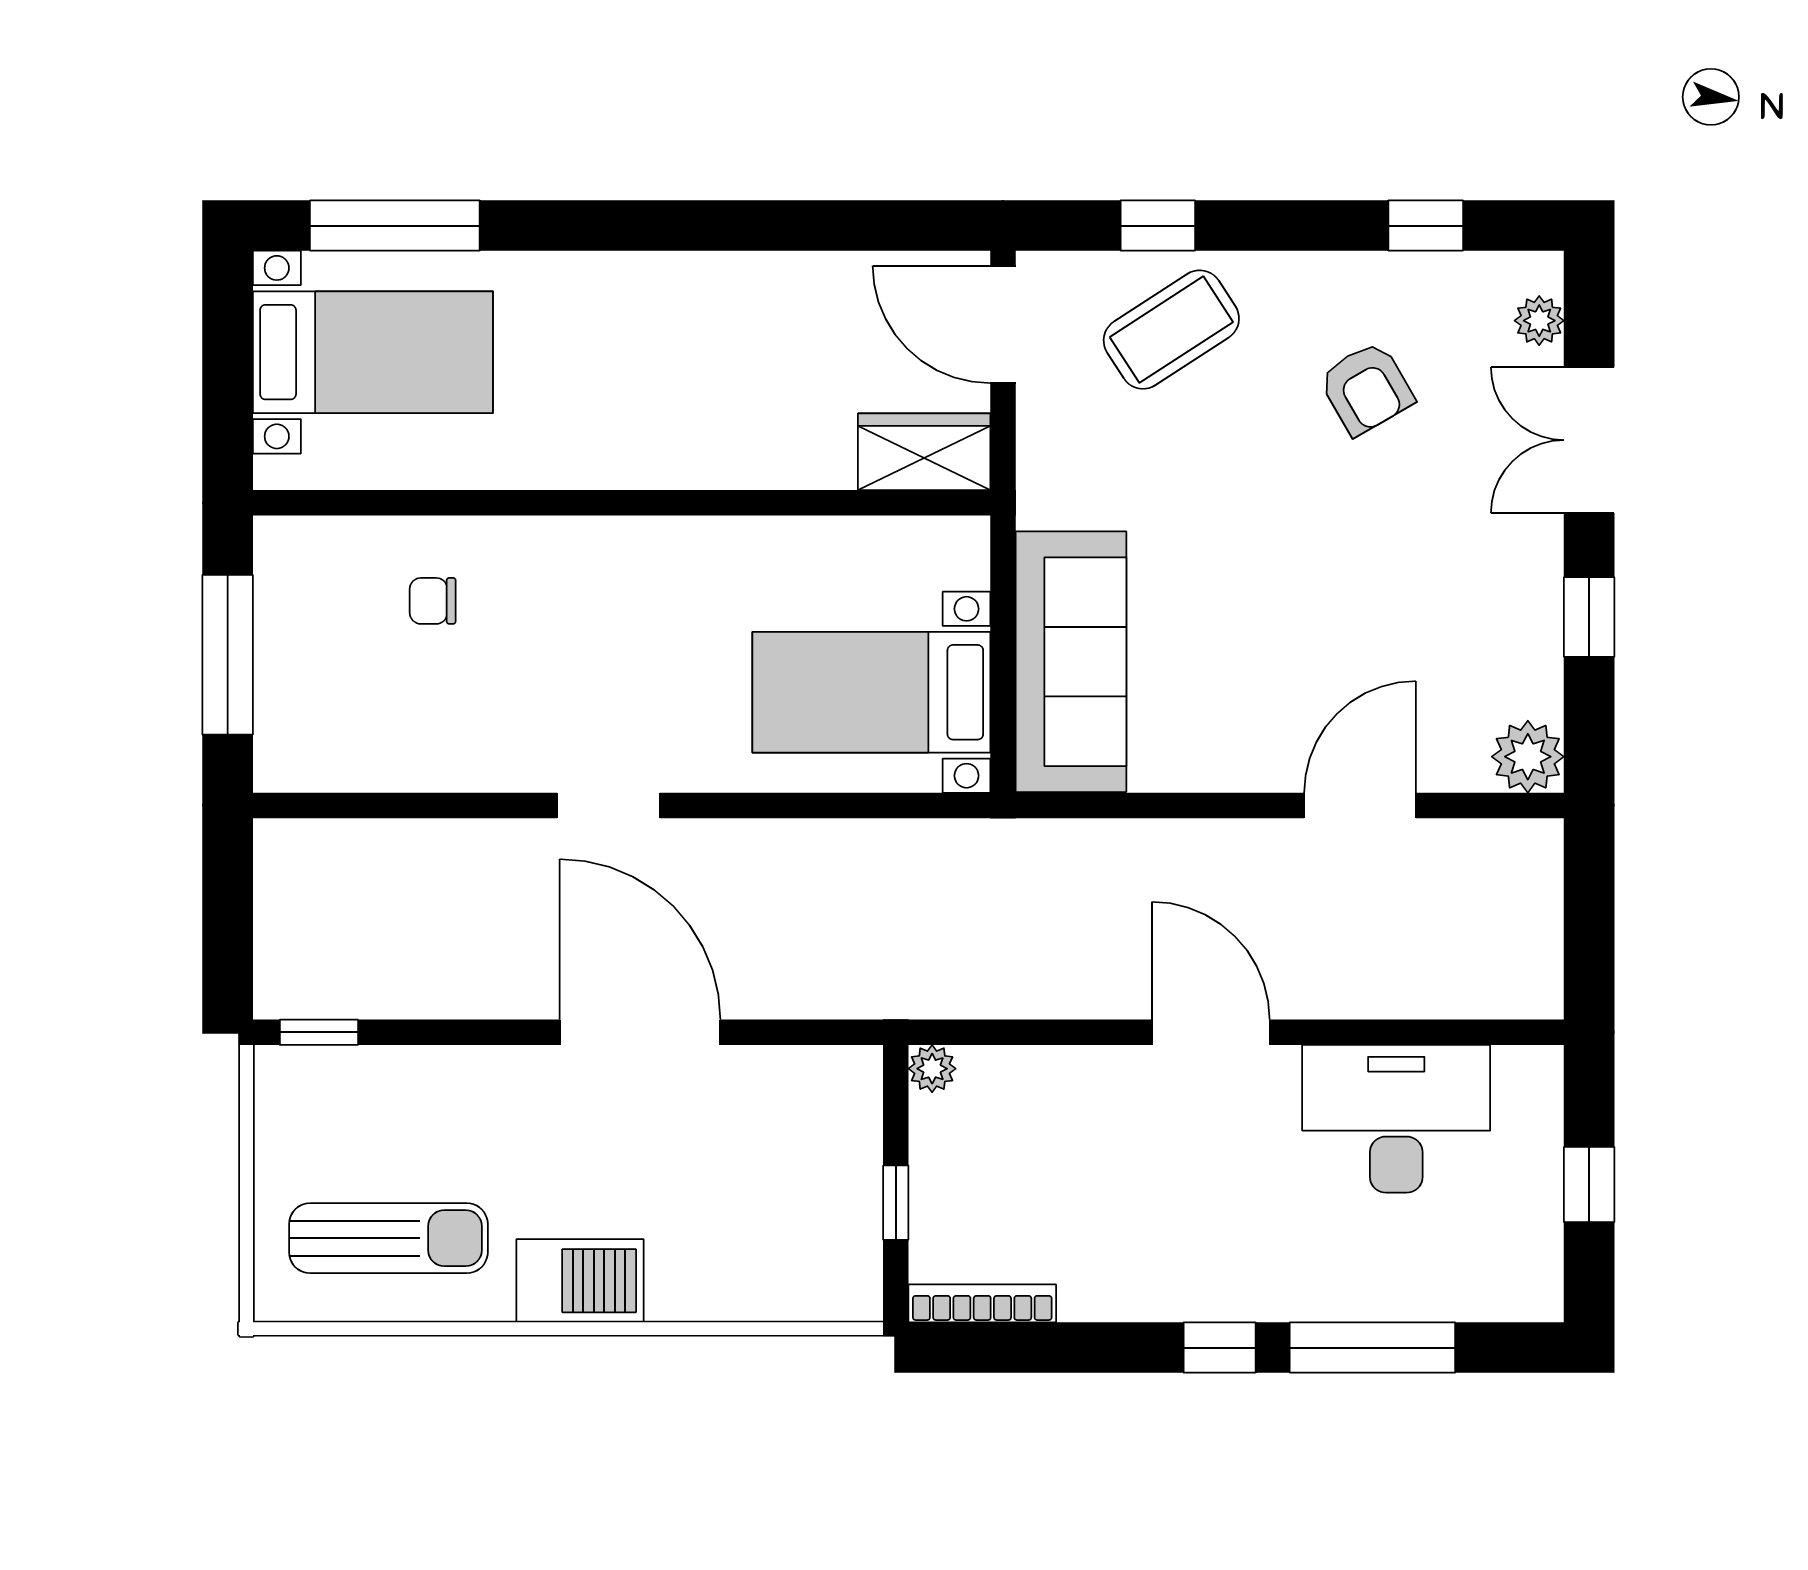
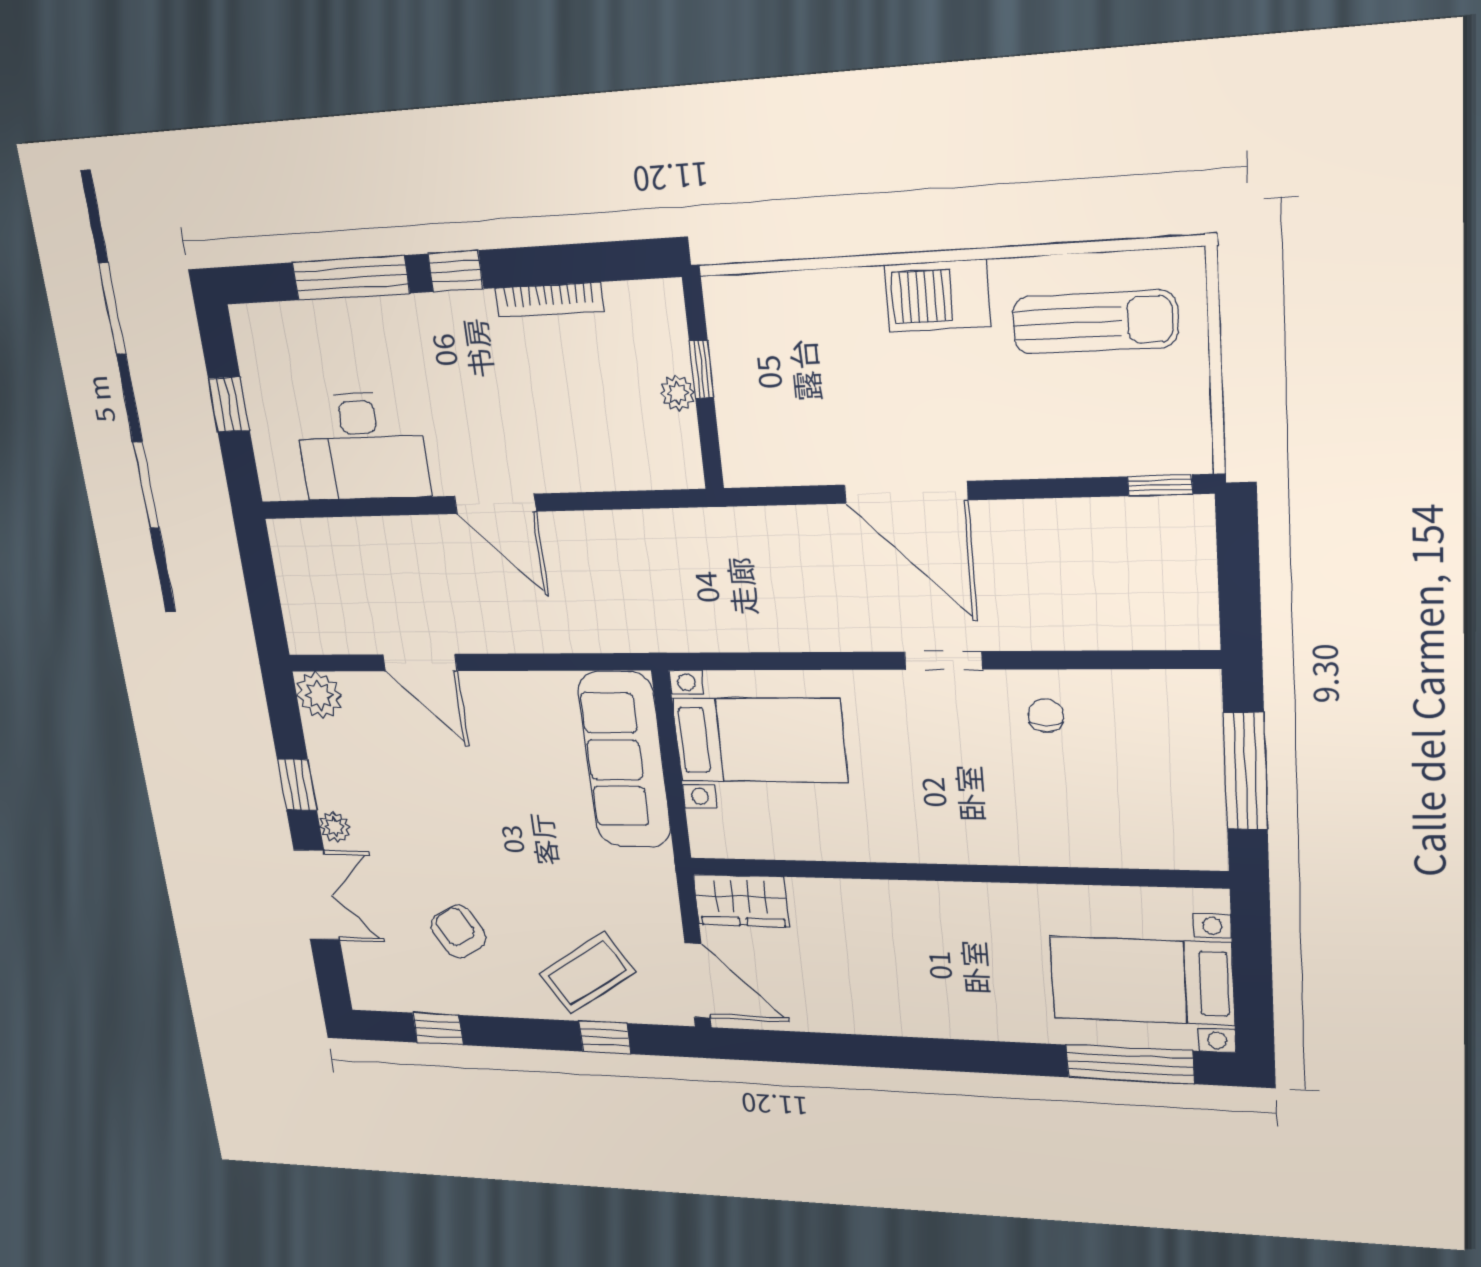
plant: (1539, 321) -> (335, 827), moved
chair: (433, 601) -> (1046, 715), moved, turned -90
door: (1360, 805) -> (420, 663), hinge flipped
plant: (932, 1069) -> (677, 393), moved
sun lounger: (388, 1238) -> (1095, 322), turned 180
bookcase: (982, 1303) -> (549, 300), moved

